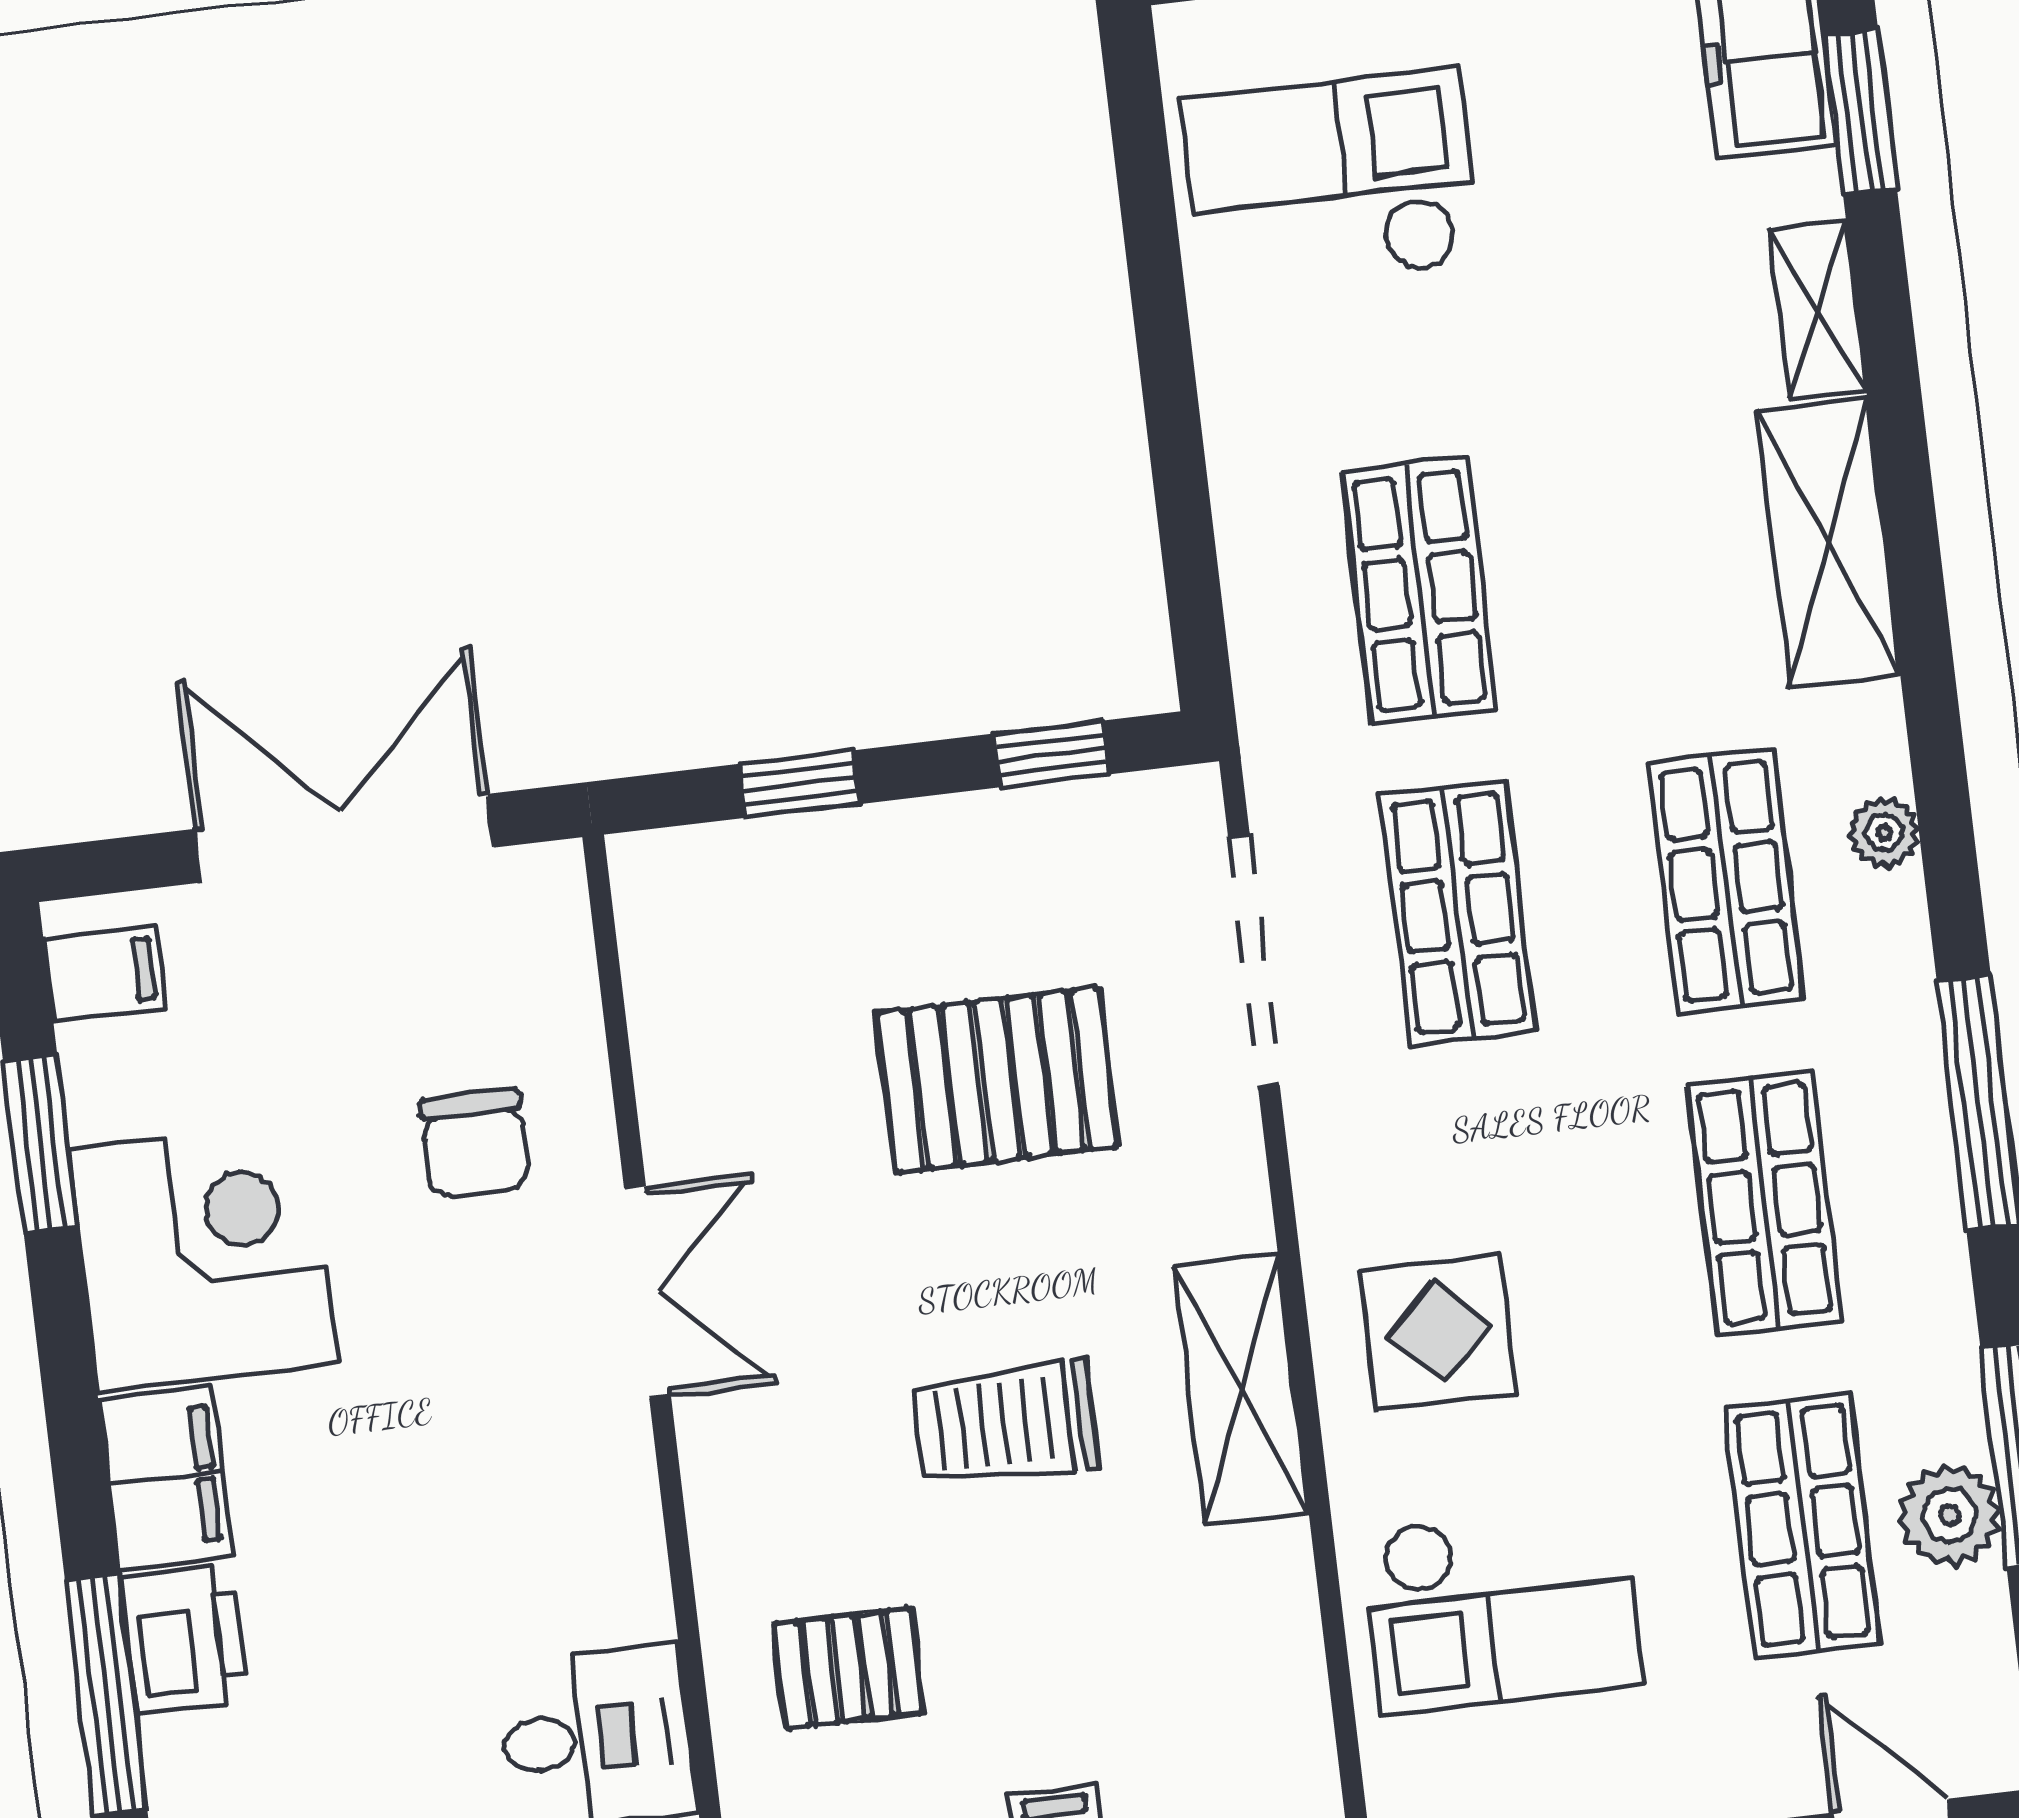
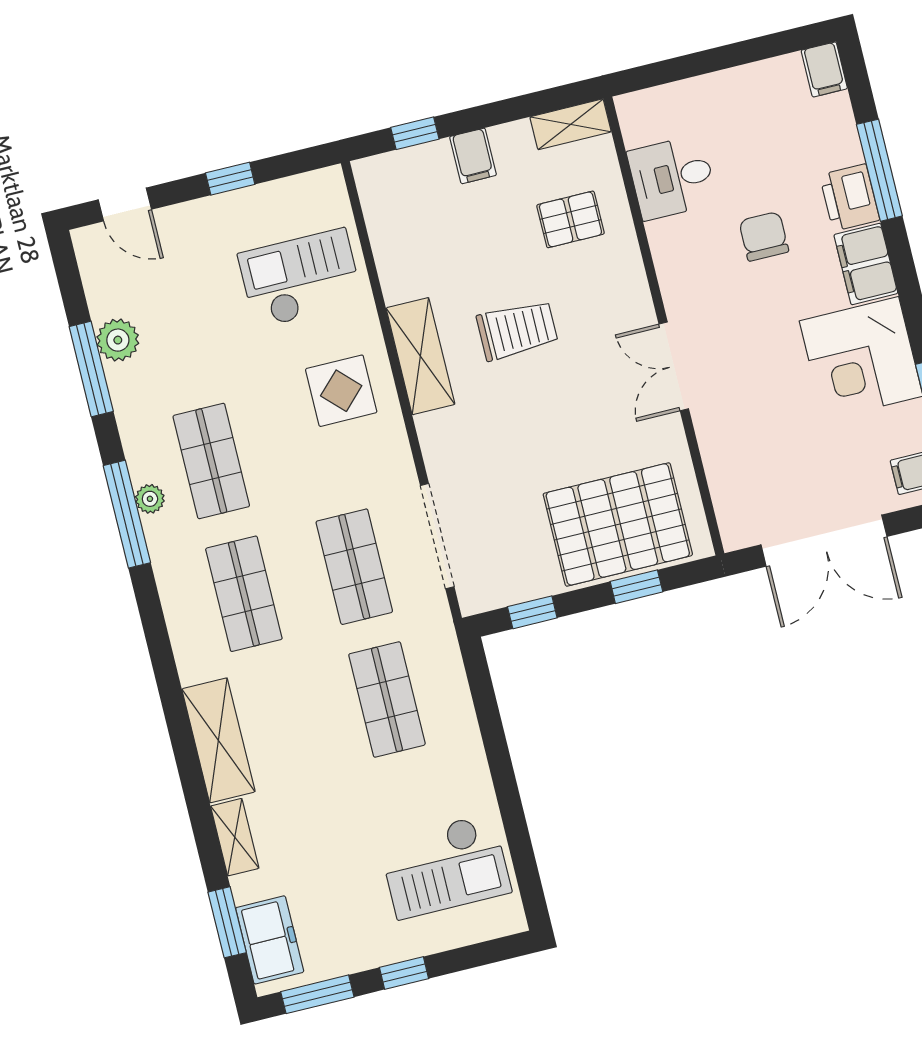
plant: (1884, 833) -> (150, 499), moved
pallet: (997, 1080) -> (618, 524), moved, width x1.37, depth x1.41
chair: (475, 1144) -> (764, 236), moved
shop shelf: (1803, 1525) -> (179, 328), removed

